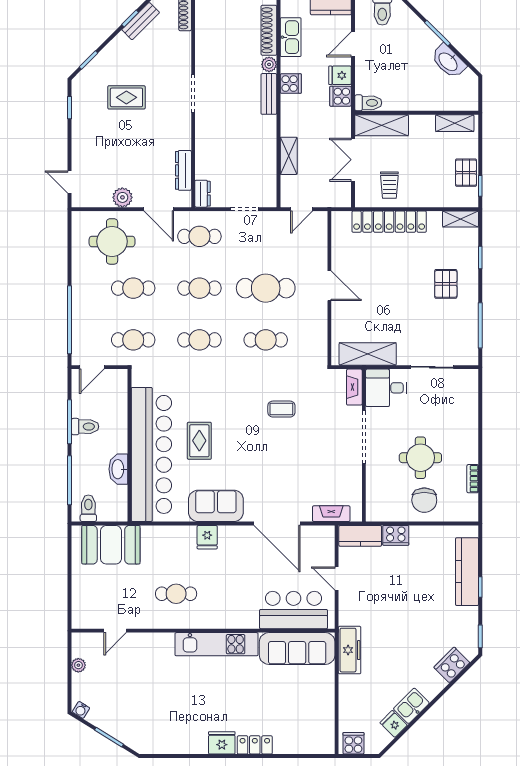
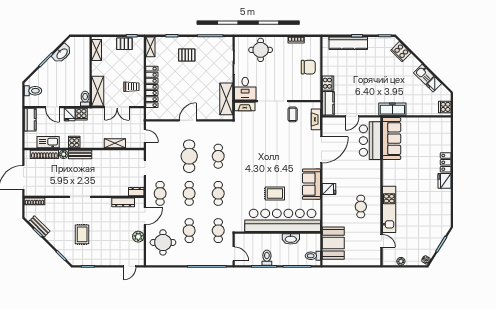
coffee table: (281, 409) -> (293, 114), moved
round table: (420, 458) -> (261, 50), moved
kitchen unit: (216, 644) -> (389, 209), moved

